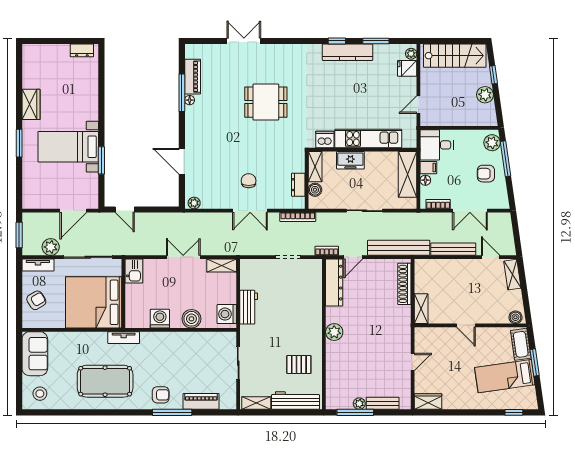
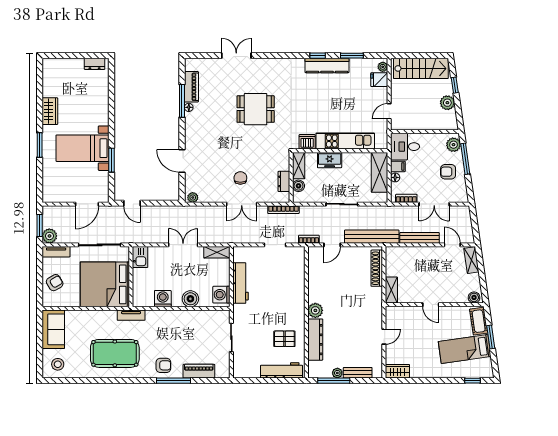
plant: (51, 247) -> (49, 236), moved
dresser: (334, 283) -> (315, 340), moved
workbench: (249, 307) -> (241, 283), width x1.38
shelving: (256, 403) -> (247, 373), removed

